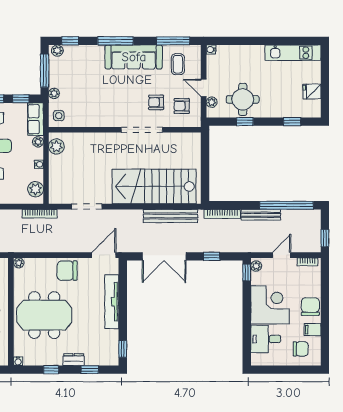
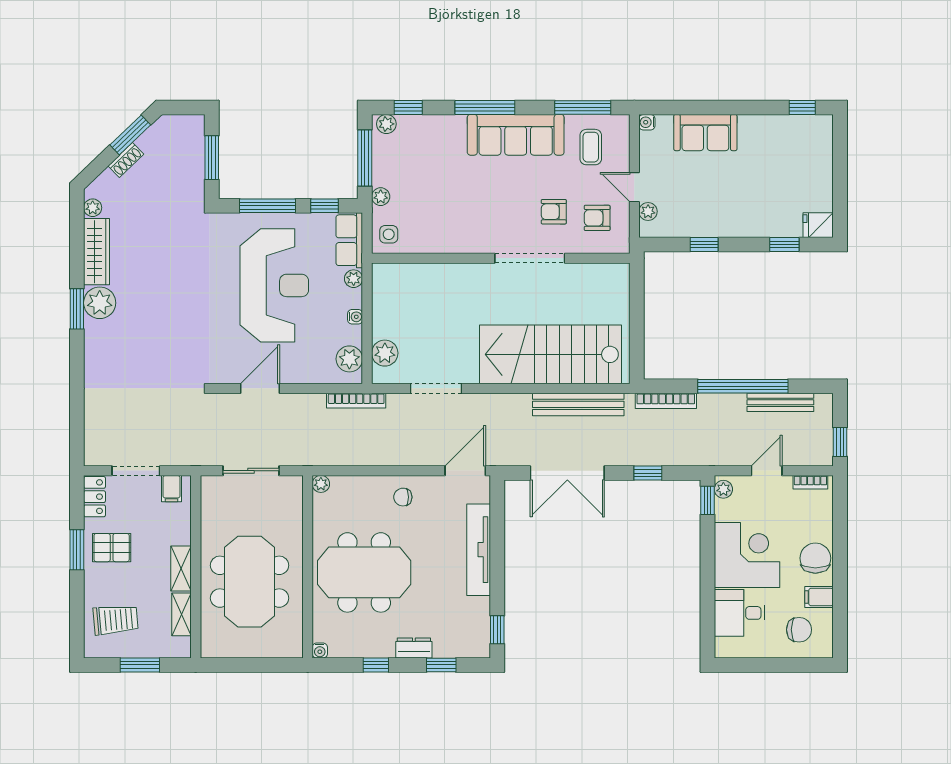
window: (303, 41) -> (802, 107), added
kitchen unit: (293, 53) -> (786, 128), removed
sofa: (245, 56) -> (705, 133), added
fridge: (312, 92) -> (818, 225), moved
round table: (243, 99) -> (701, 207), removed
plant: (56, 146) -> (385, 353), moved
window: (286, 205) -> (743, 386), moved
bench: (261, 215) -> (780, 402), moved
chair: (67, 271) -> (403, 497), width x0.54, depth x0.54

